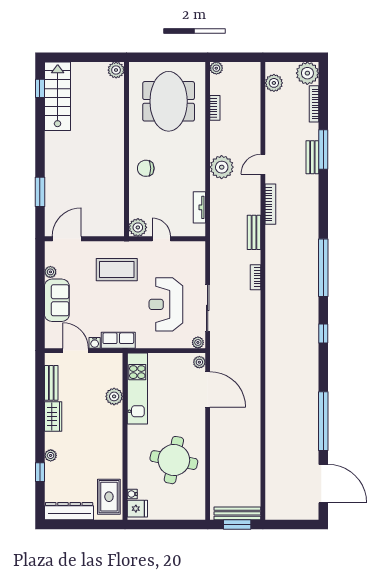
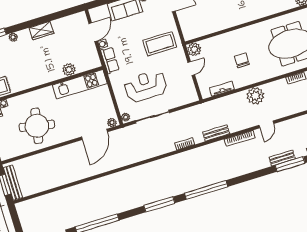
door: (263, 164) -> (266, 124), swing flipped
chair: (146, 168) -> (242, 60), moved
coffee table: (117, 270) -> (160, 44), turned 90
window: (323, 334) -> (159, 204), width x2.17
bench: (51, 383) -> (65, 22), removed

